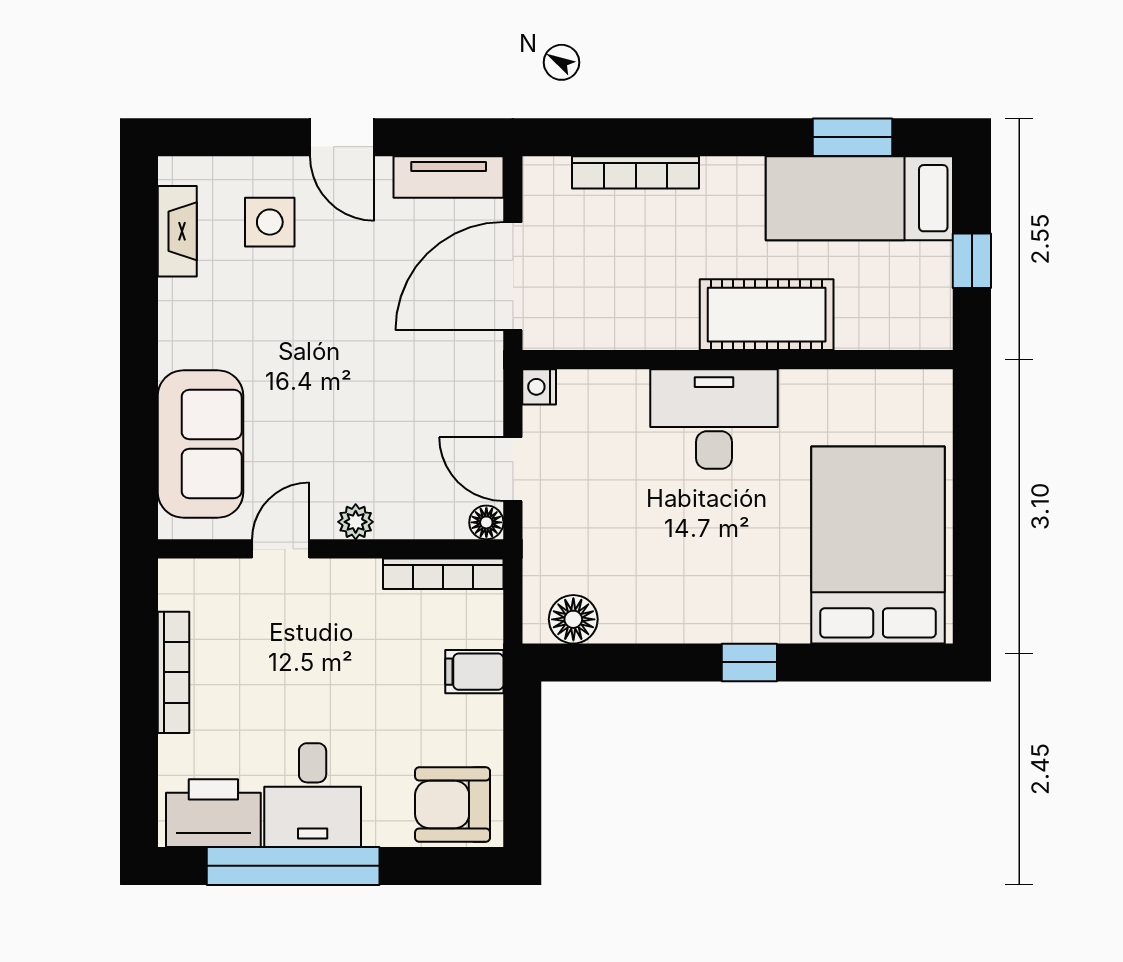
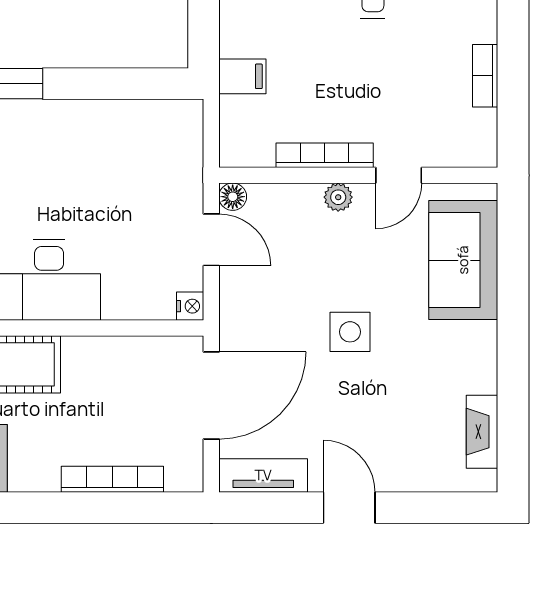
side table: (270, 222) -> (350, 332), moved
bookcase: (443, 574) -> (325, 155), moved
floor lamp: (573, 619) -> (163, 119), removed
bookcase: (173, 672) -> (485, 76), width x0.64

